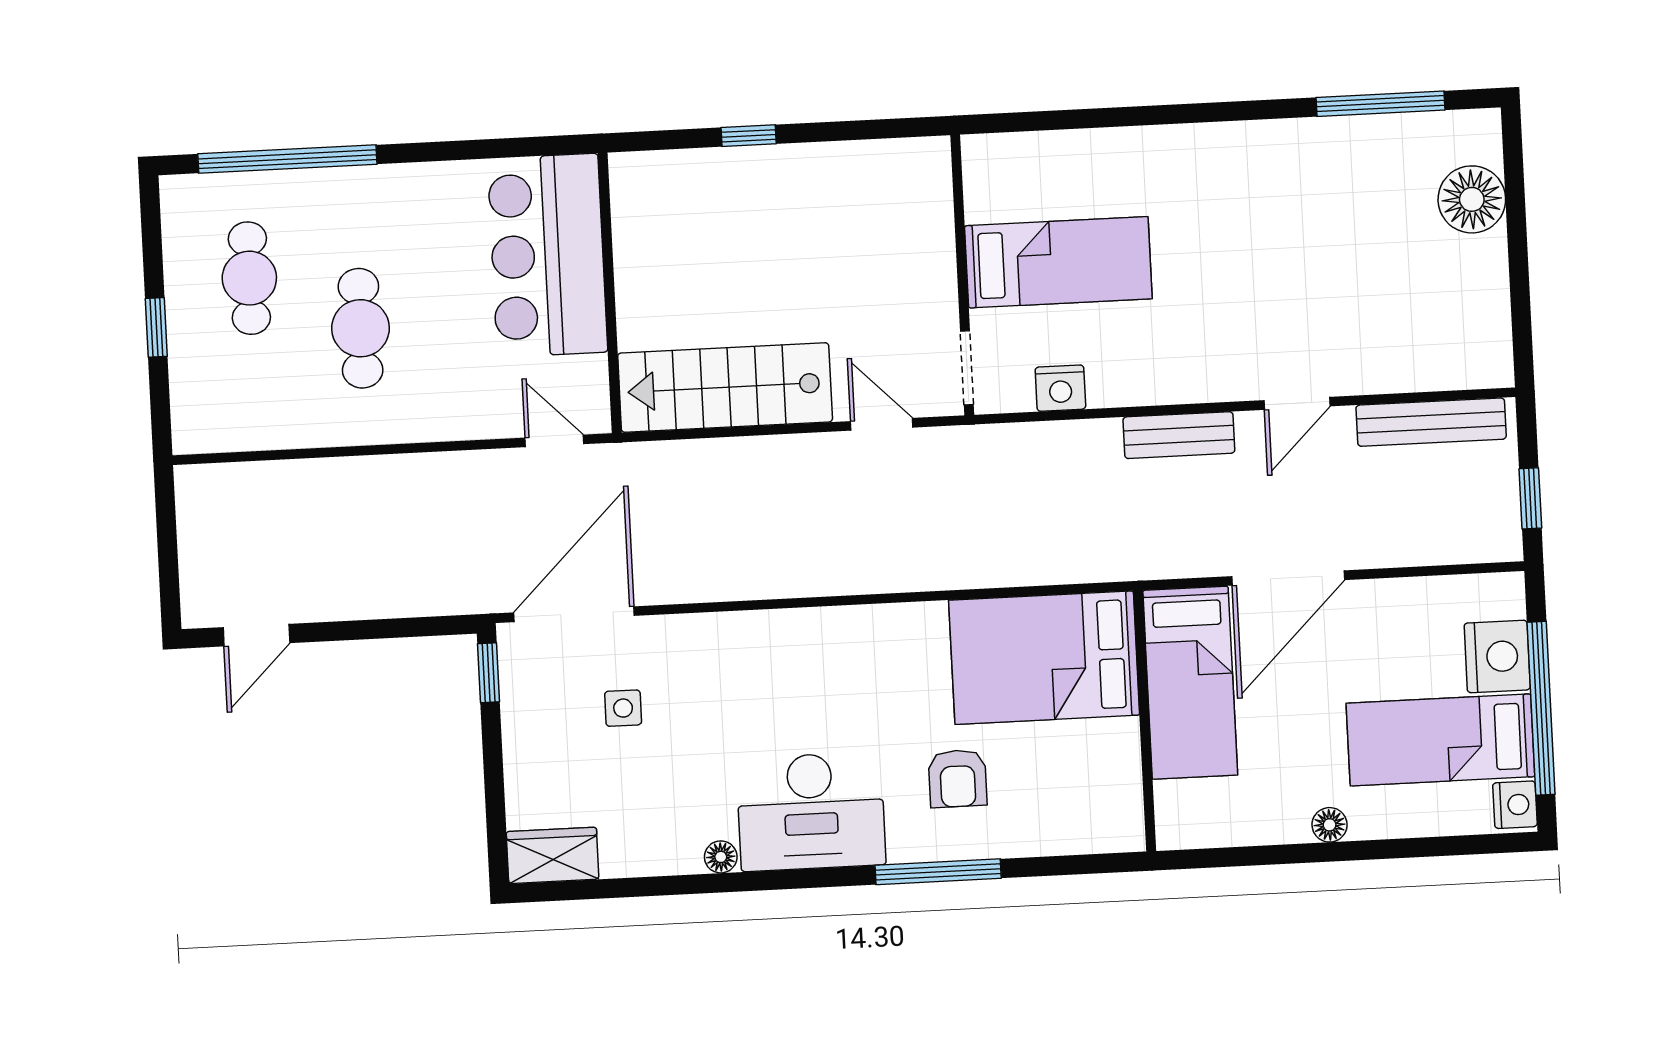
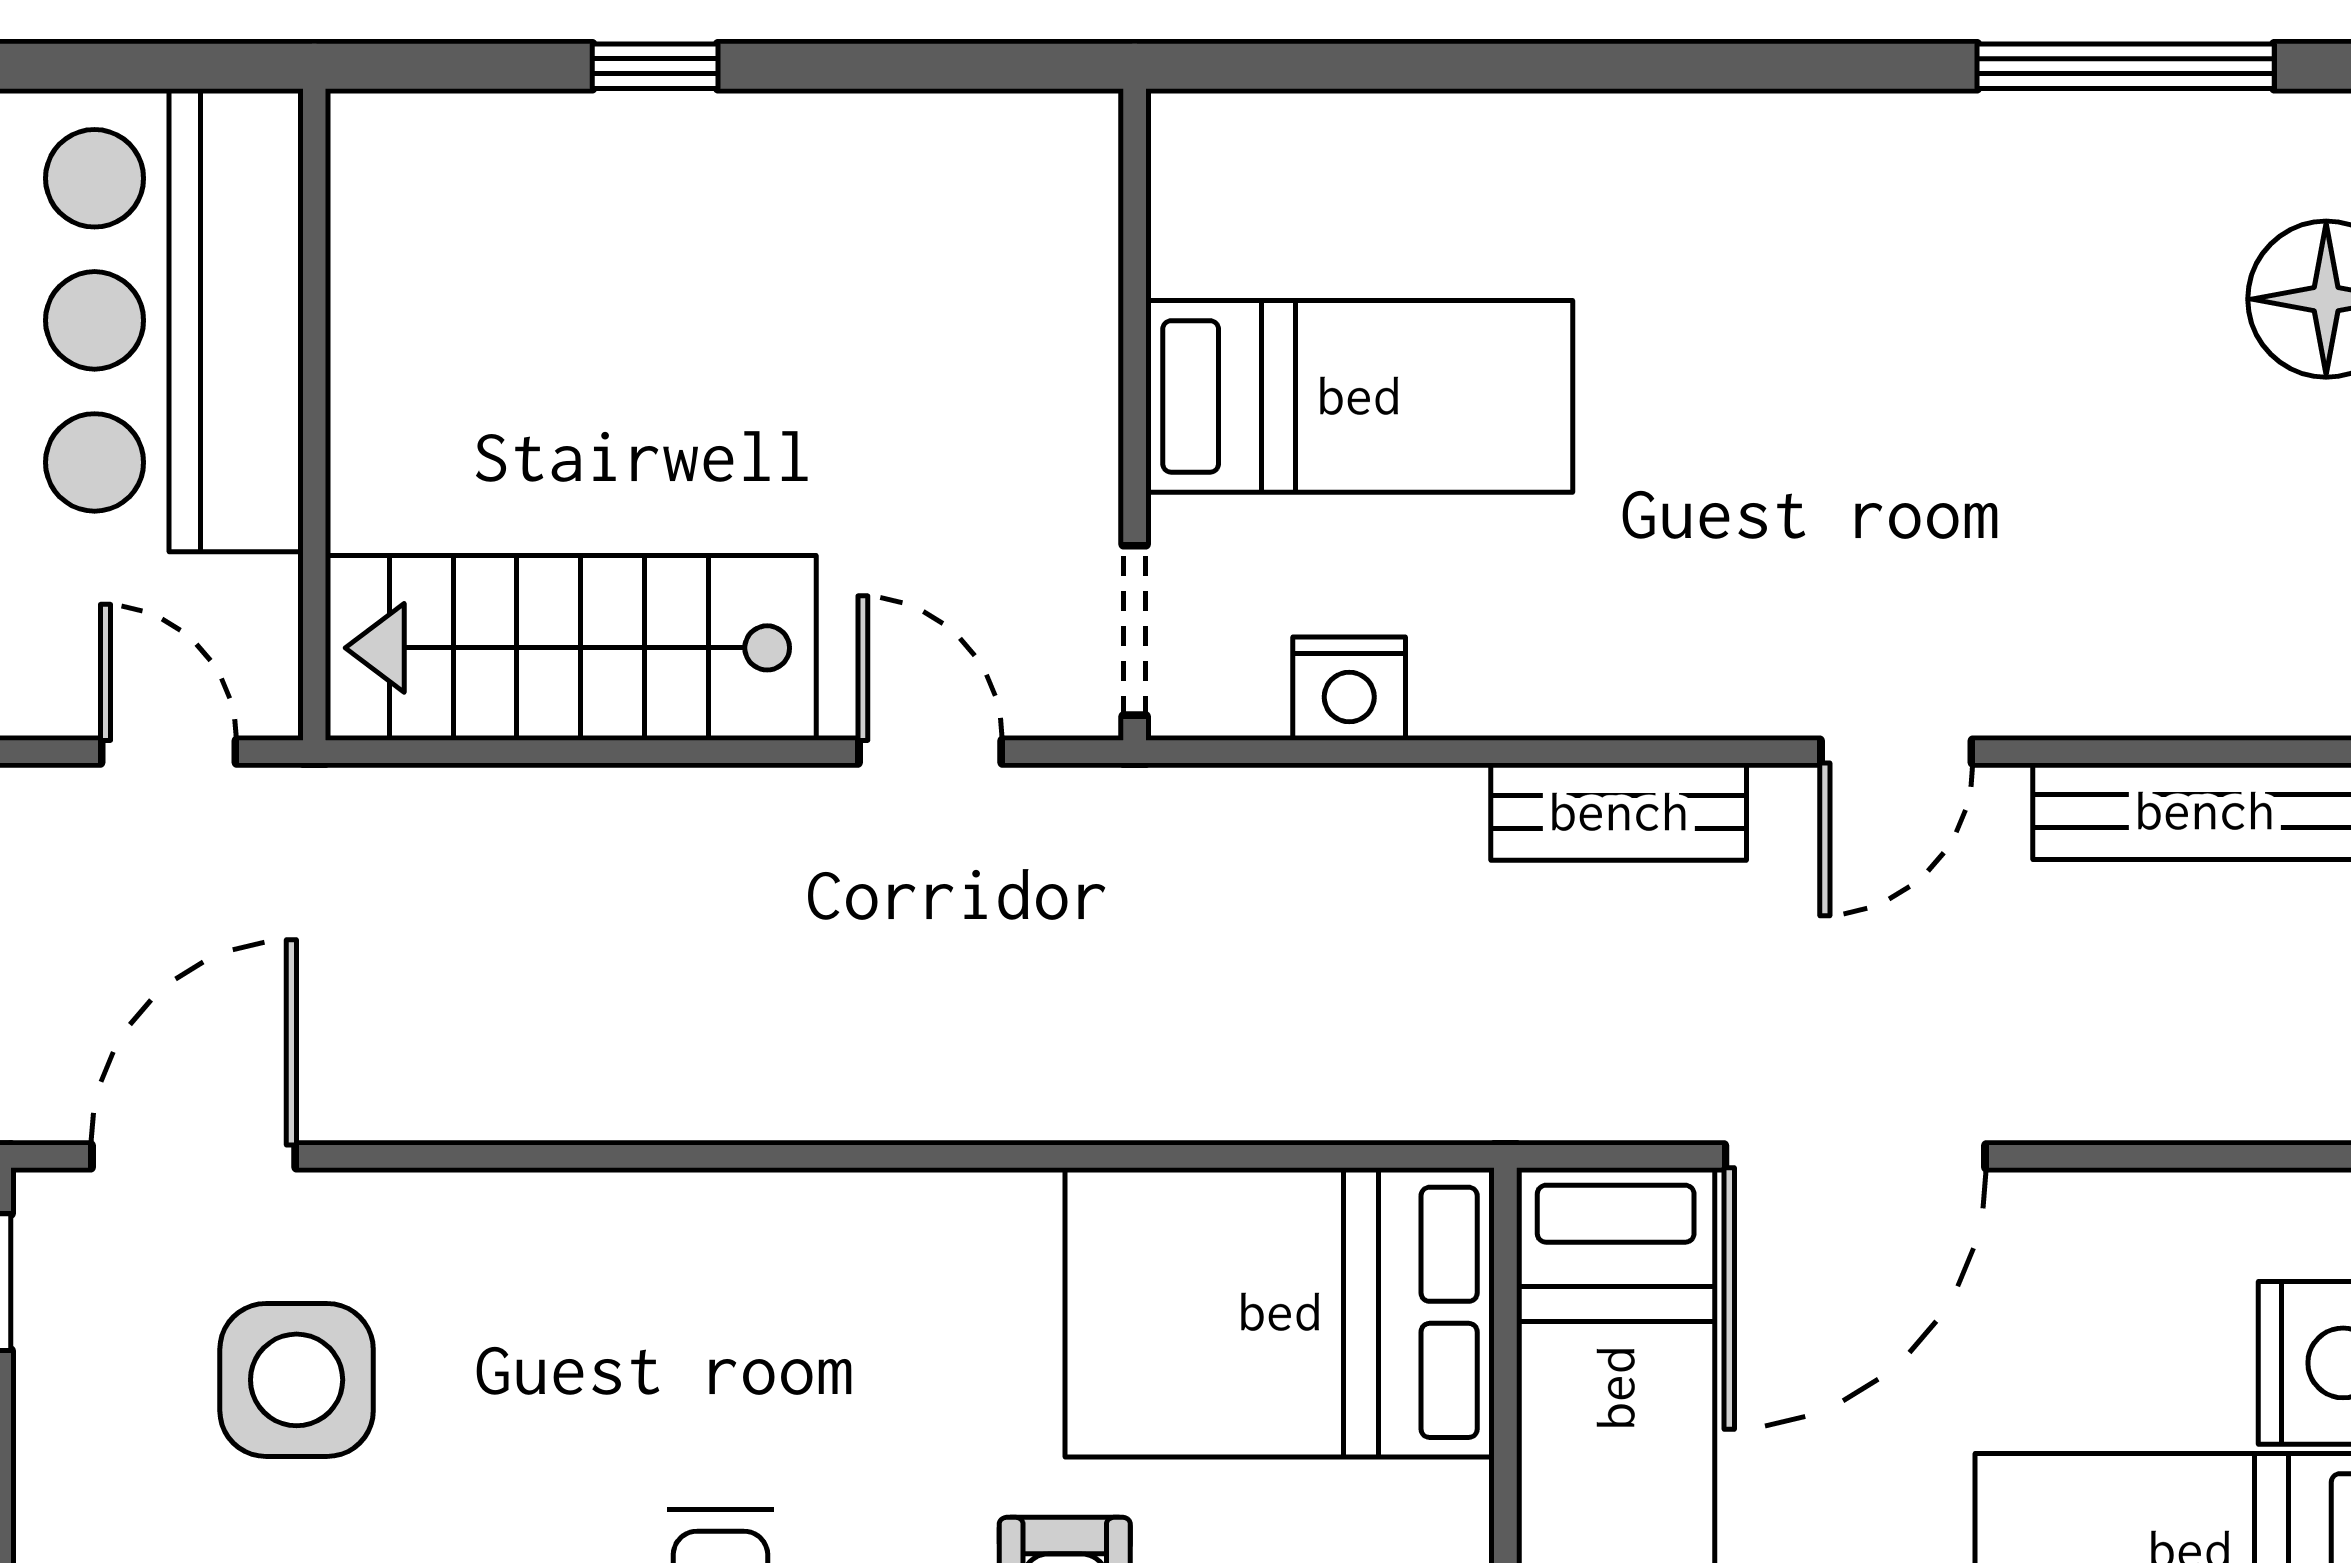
door: (574, 614) -> (194, 1156), width x0.73
side table: (623, 708) -> (297, 1380), width x1.87, depth x1.87

